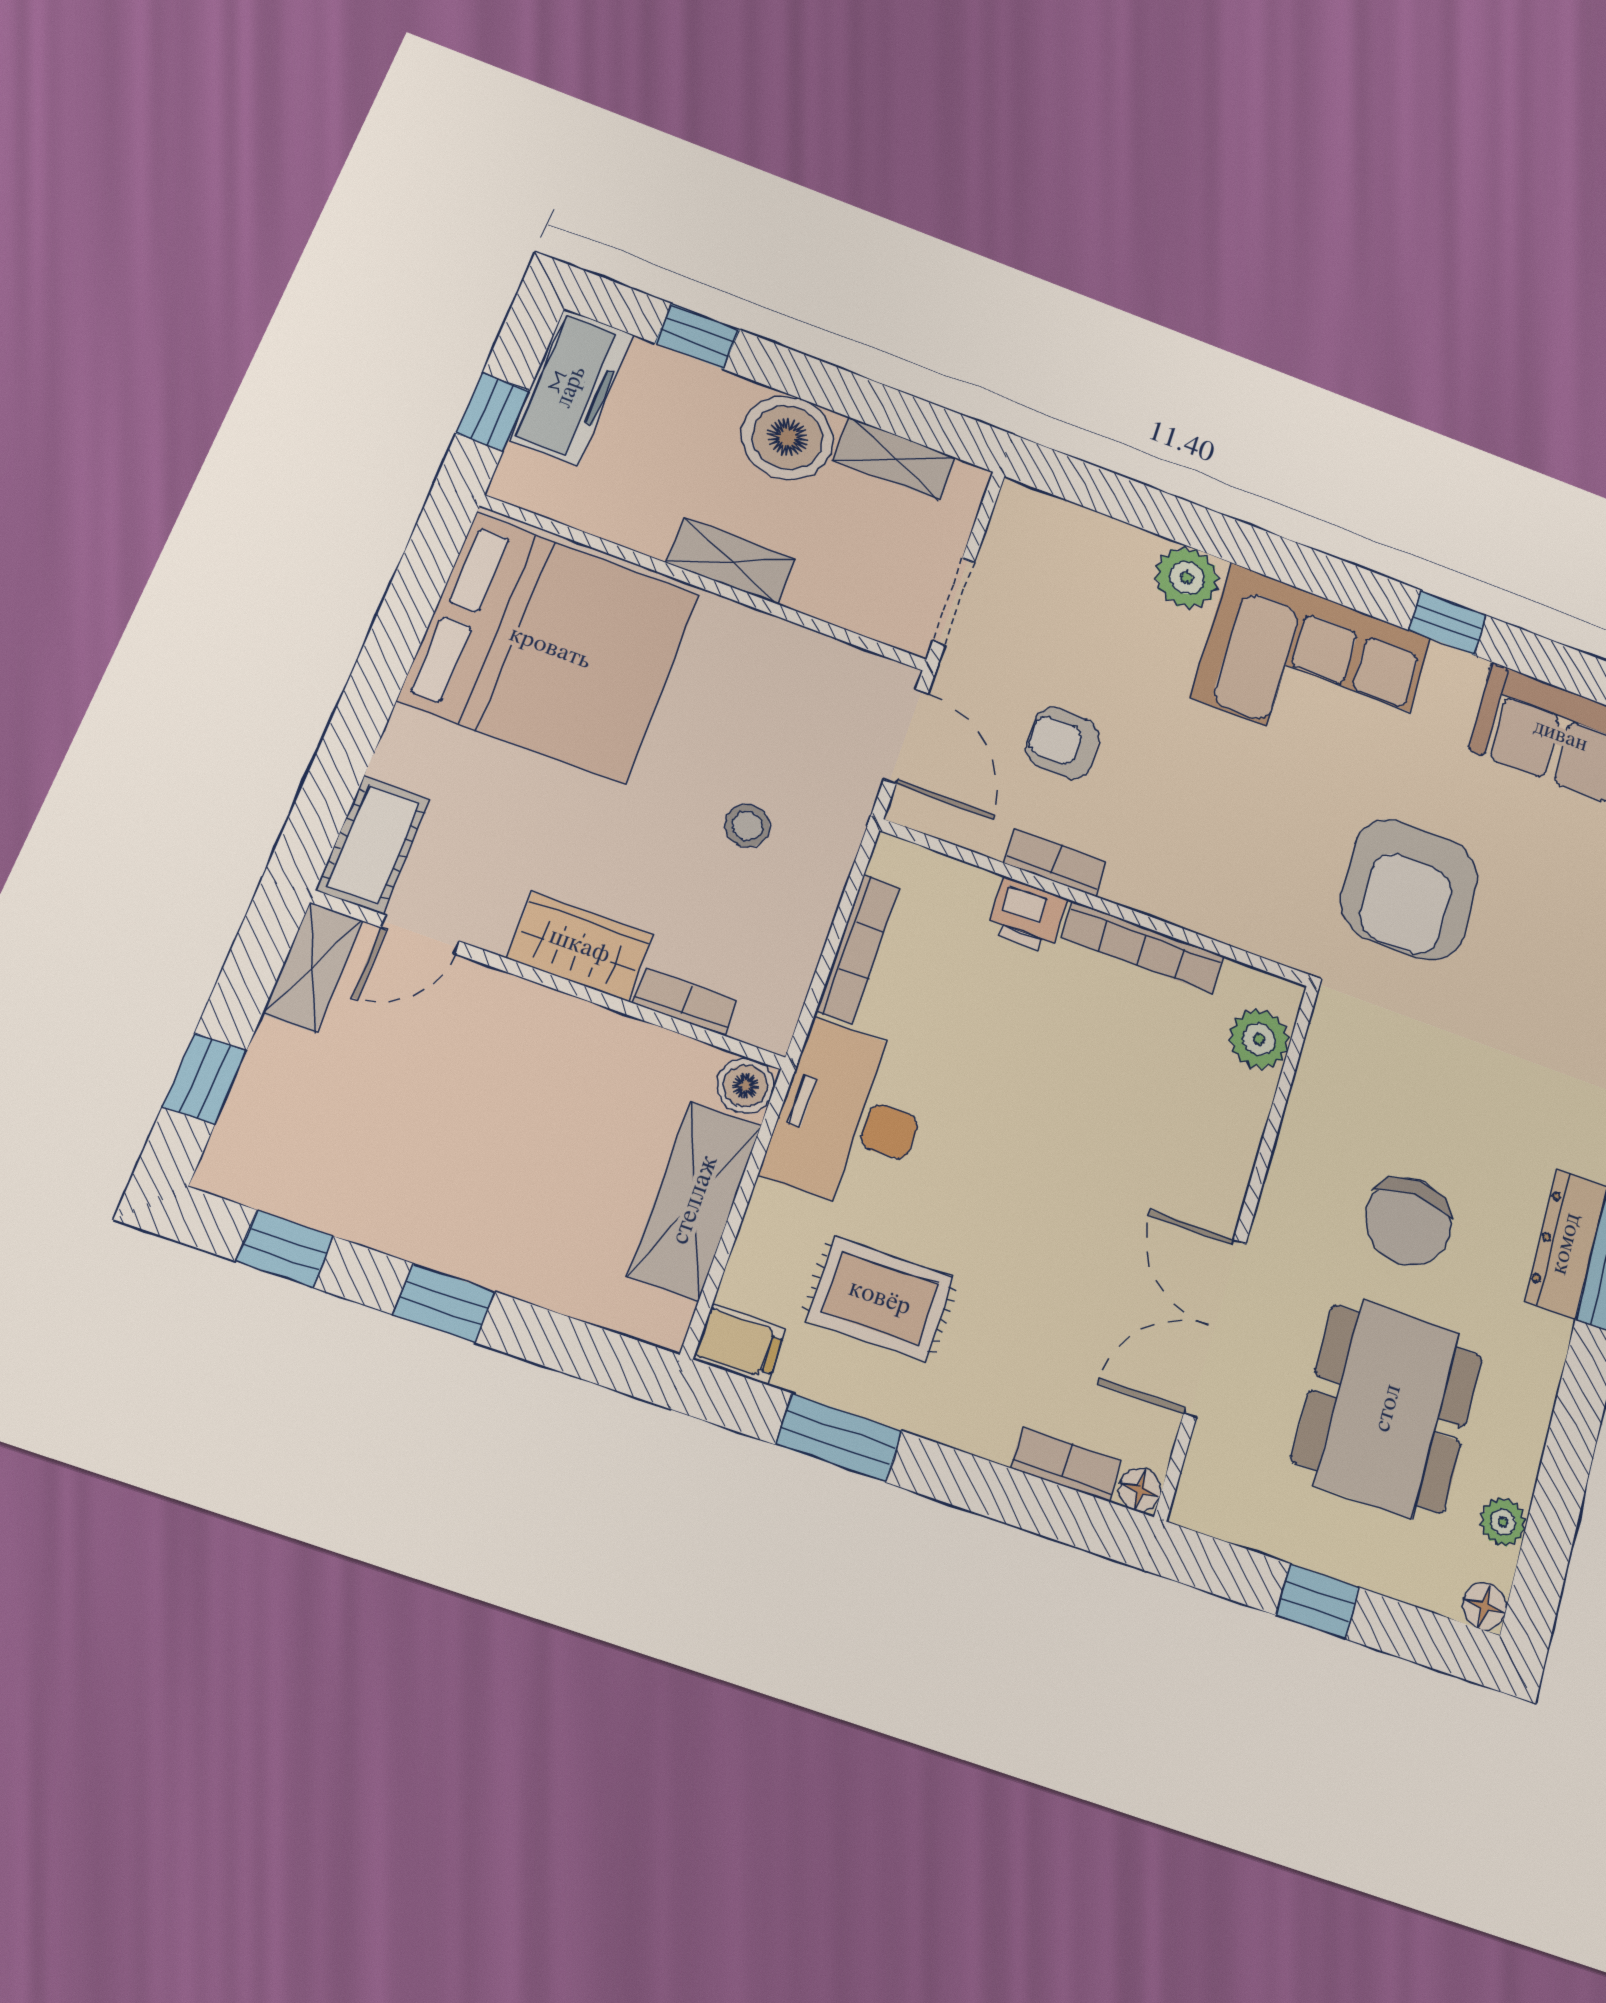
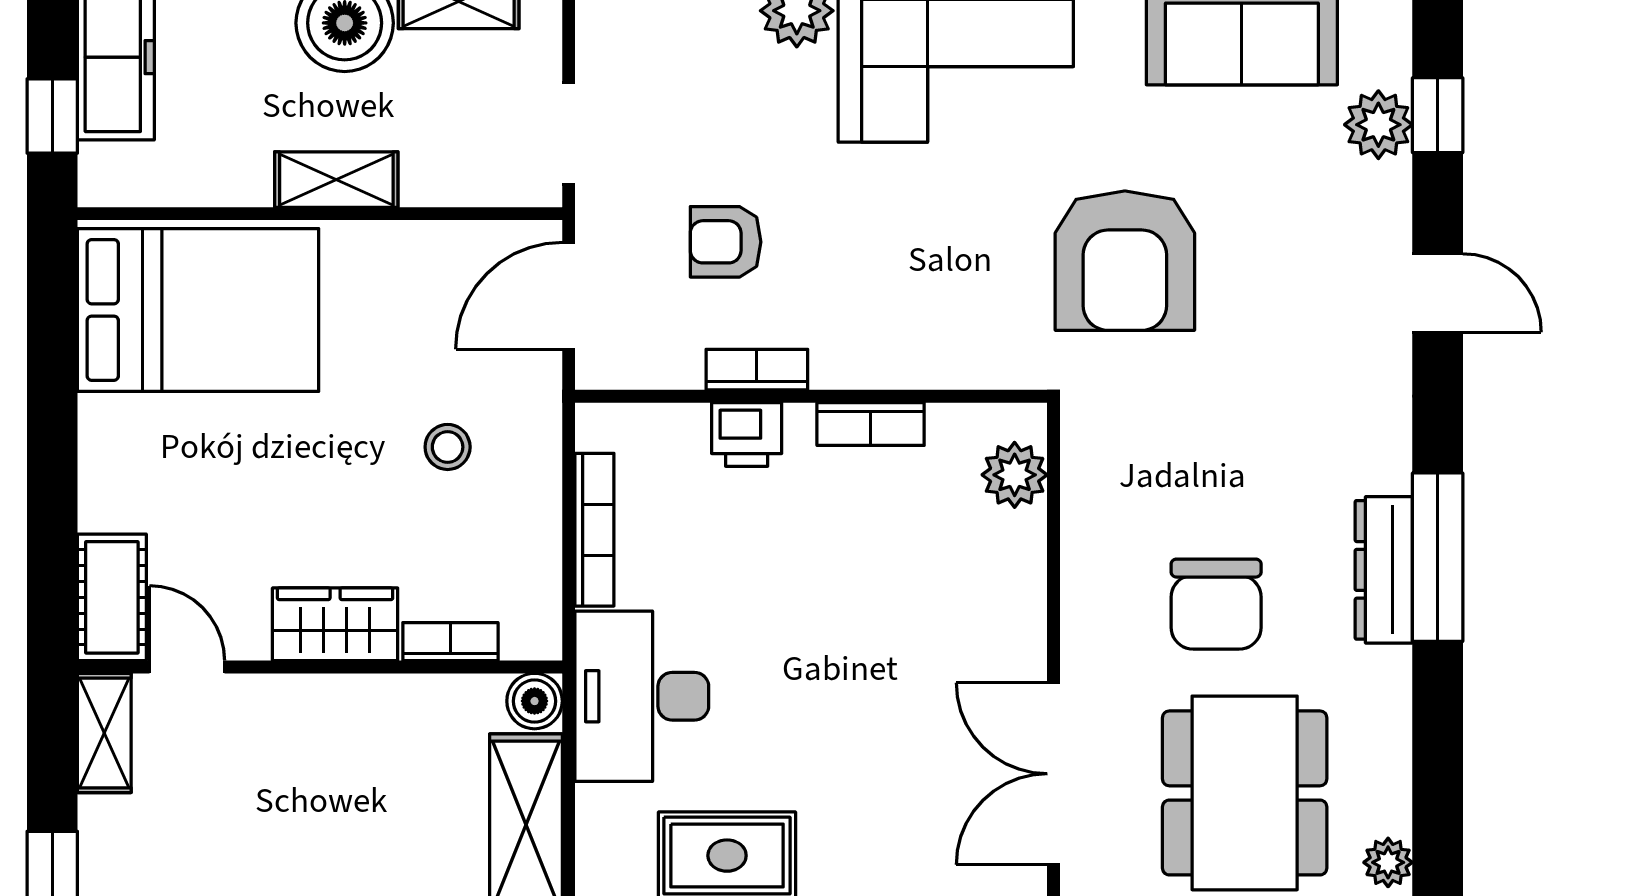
bed: (550, 648) -> (198, 310), width x0.73
door: (906, 736) -> (569, 296), swing flipped
door: (420, 934) -> (187, 667), swing flipped
bookcase: (1143, 947) -> (871, 424), width x0.64

